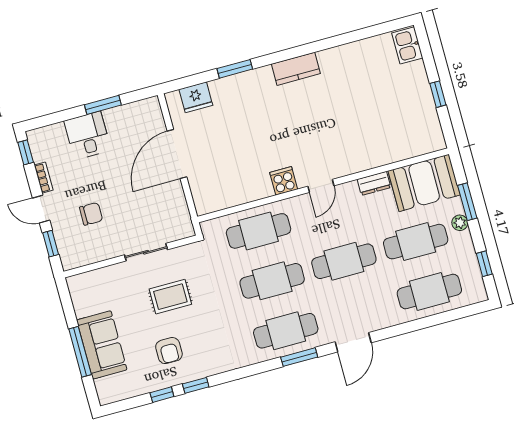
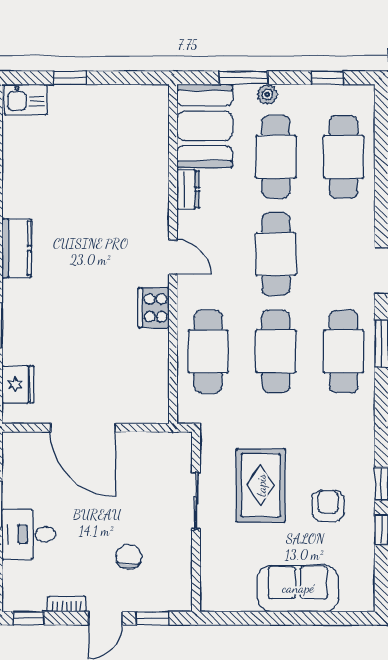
window: (438, 94) -> (70, 78), moved
cooker: (284, 181) -> (154, 308), width x1.36
rug: (170, 297) -> (261, 485), width x1.36, depth x1.43
armchair: (169, 351) -> (328, 506), turned -90
window: (80, 352) -> (299, 618), removed

